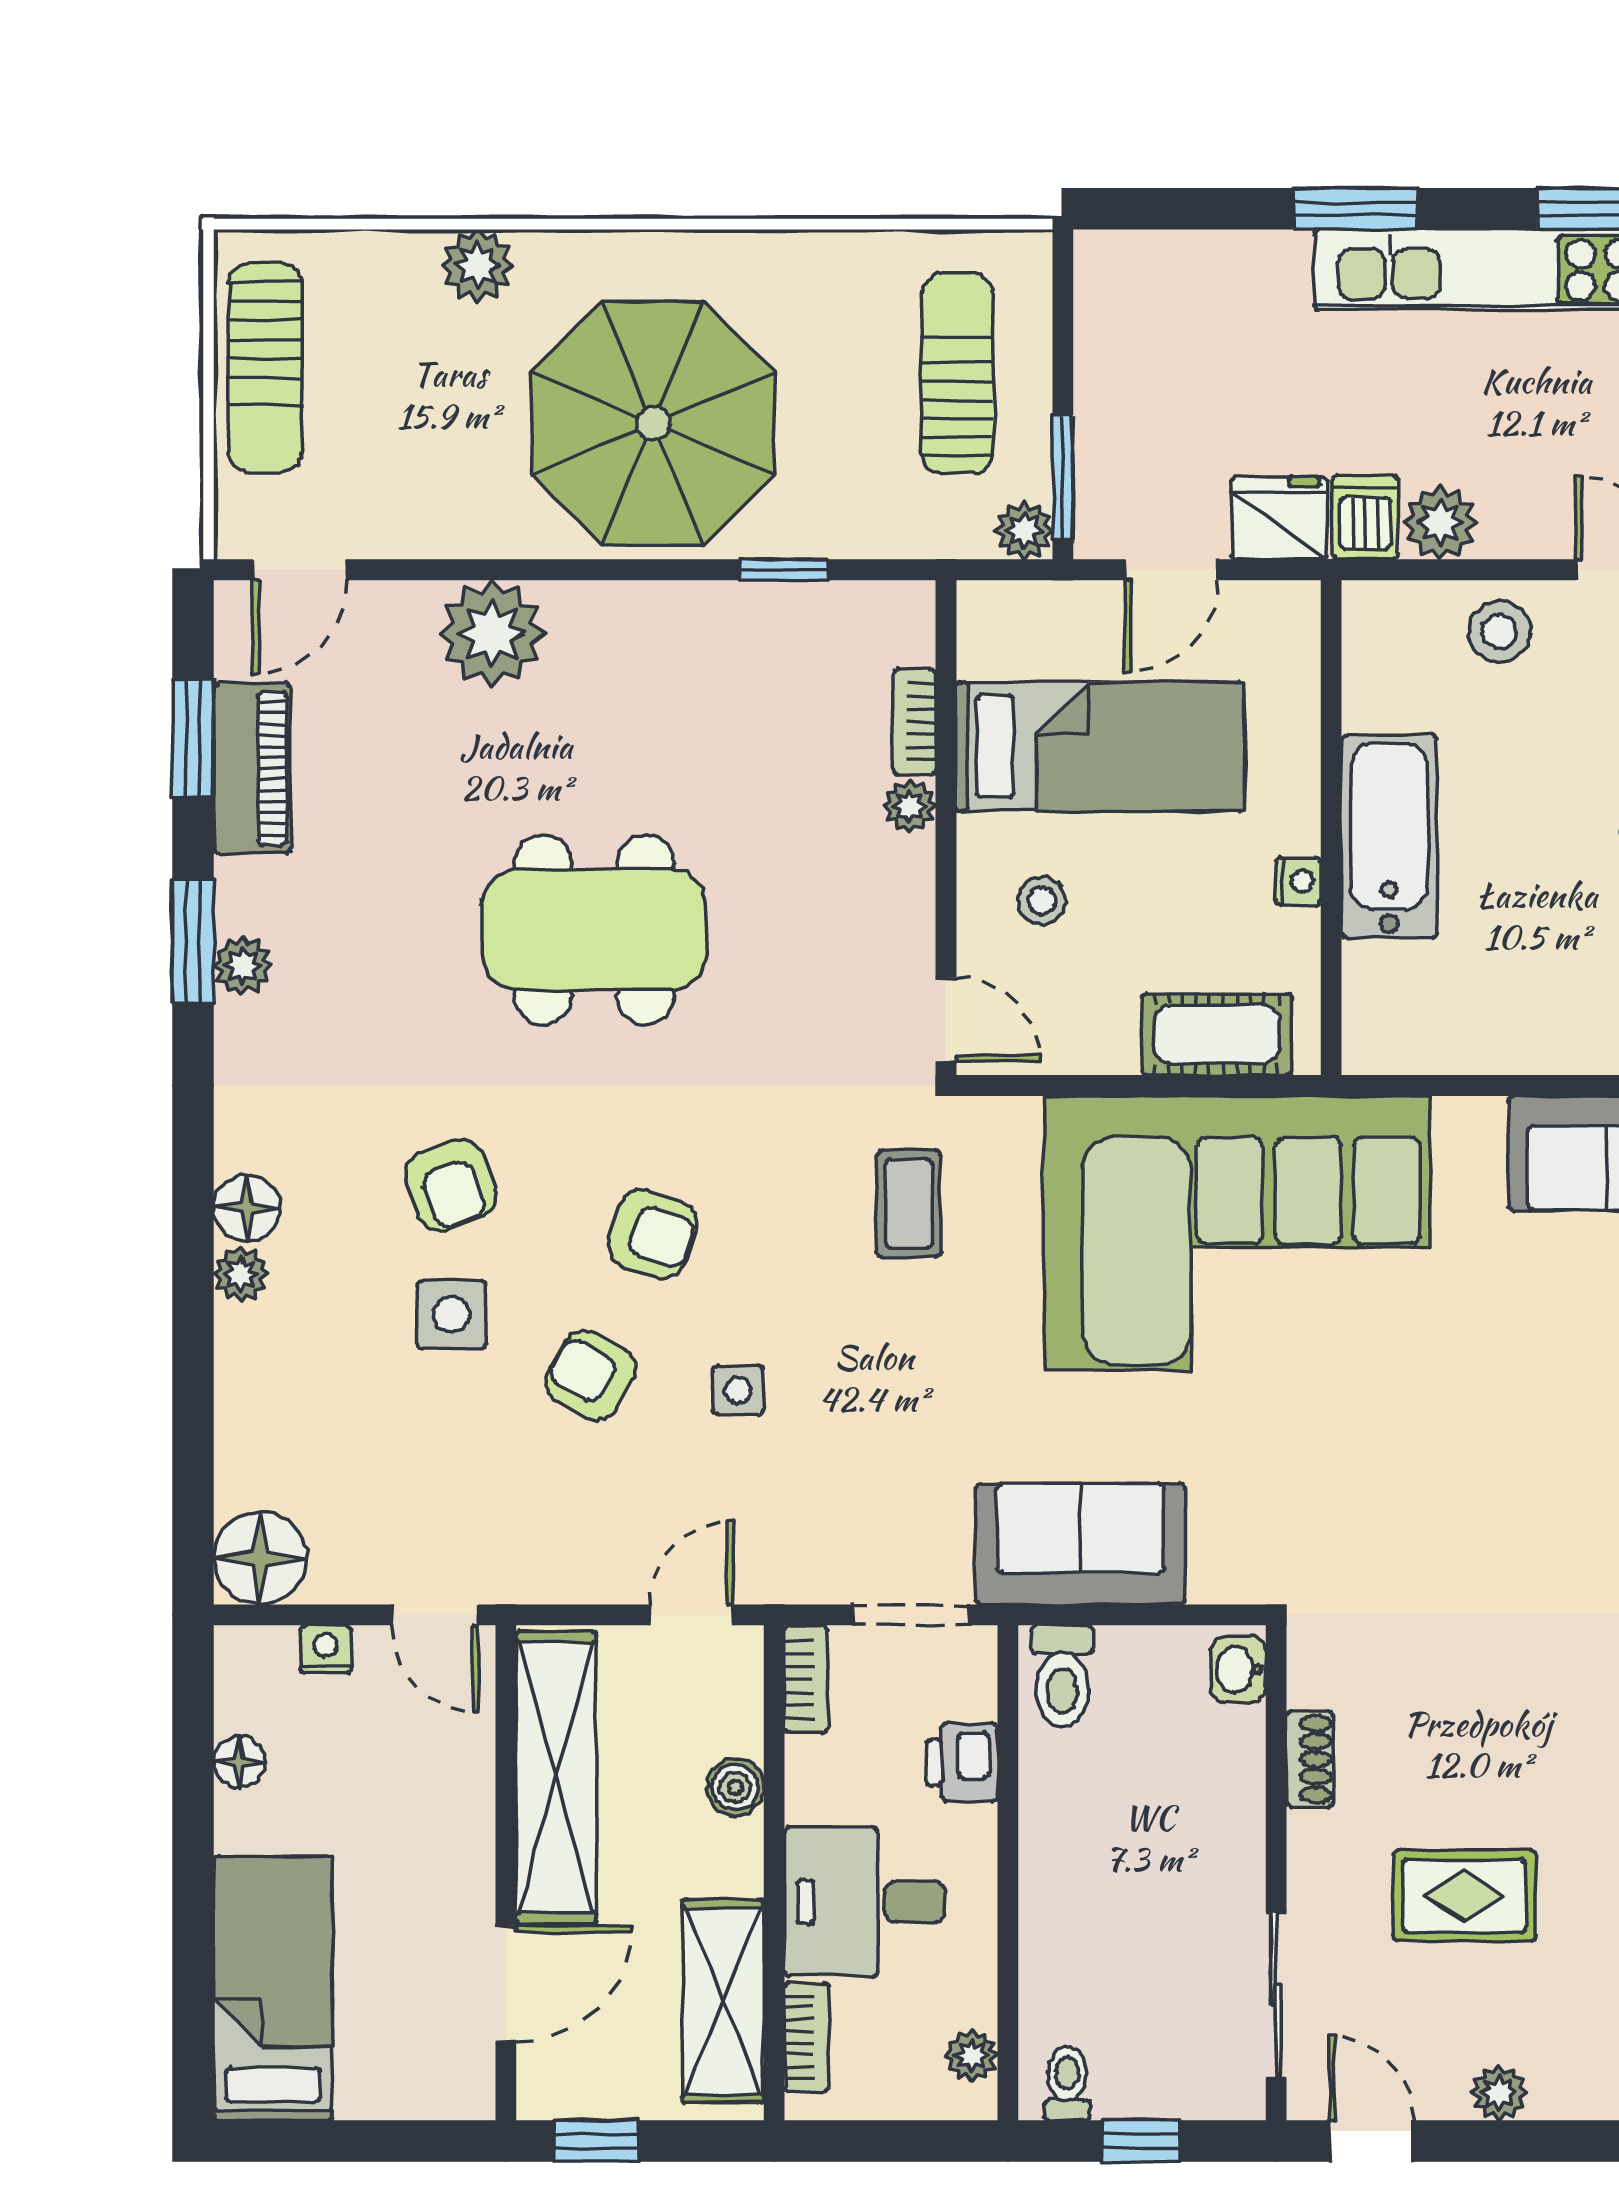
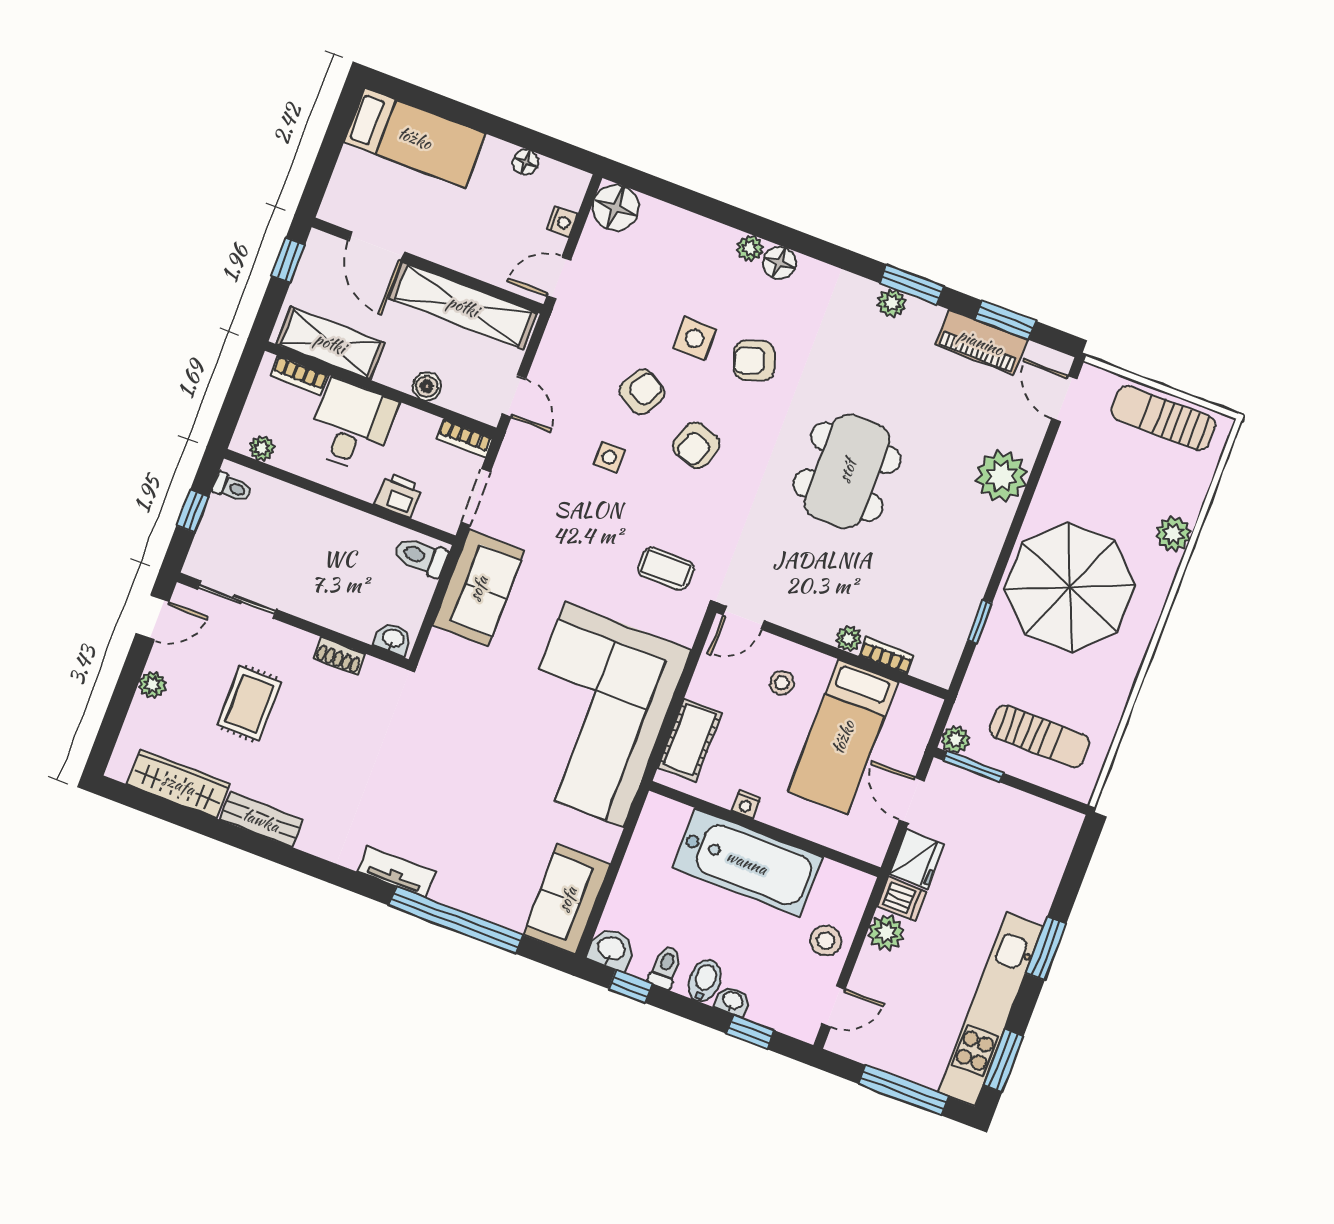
bathtub: (1389, 837) -> (747, 862), width x1.36, depth x1.36

